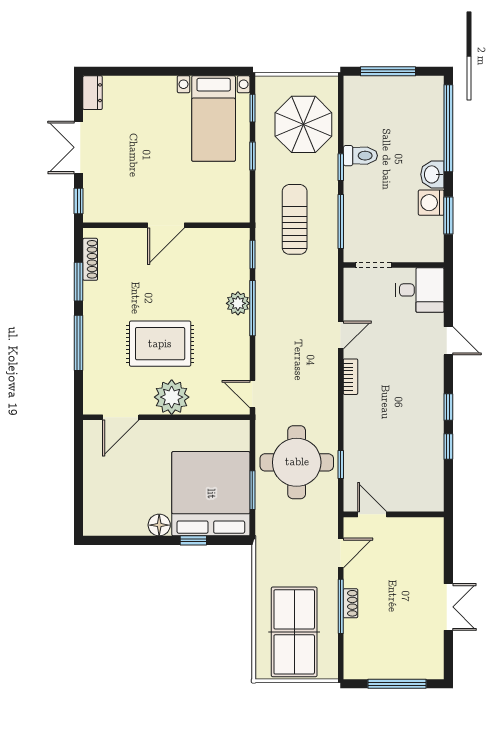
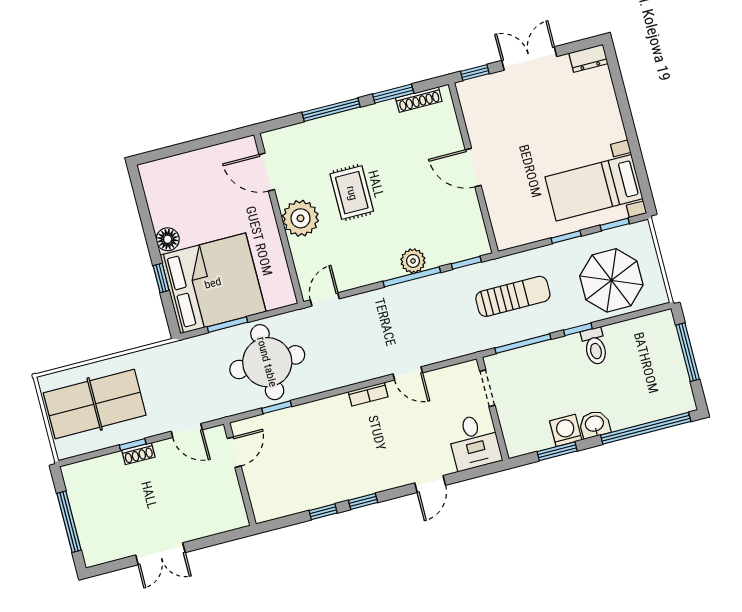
rug: (160, 344) -> (352, 193), width x0.73, depth x0.70
window: (341, 606) -> (133, 445), width x0.46

